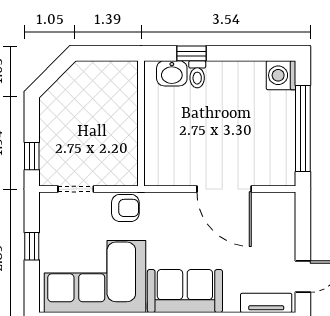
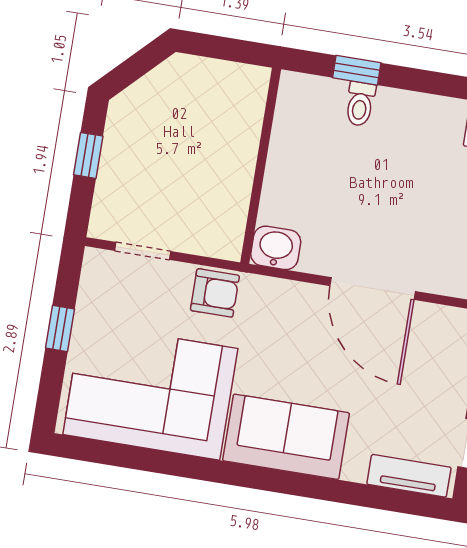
washbasin: (172, 73) -> (276, 248), moved, turned 180
window: (32, 156) -> (88, 155), moved

